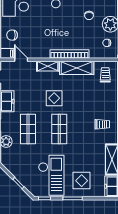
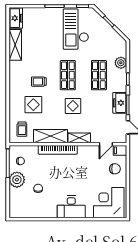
door: (21, 60) -> (106, 144), hinge flipped
trolley: (102, 124) -> (39, 82), moved
display table: (82, 181) -> (33, 105), moved

